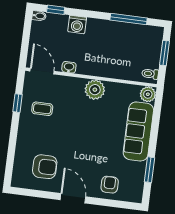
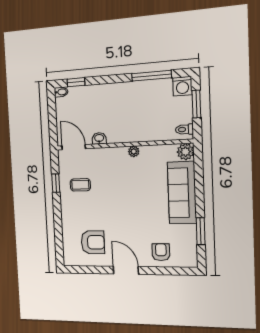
washing machine: (77, 24) -> (182, 86), moved
plant: (95, 90) -> (134, 151), width x0.53, depth x0.53

